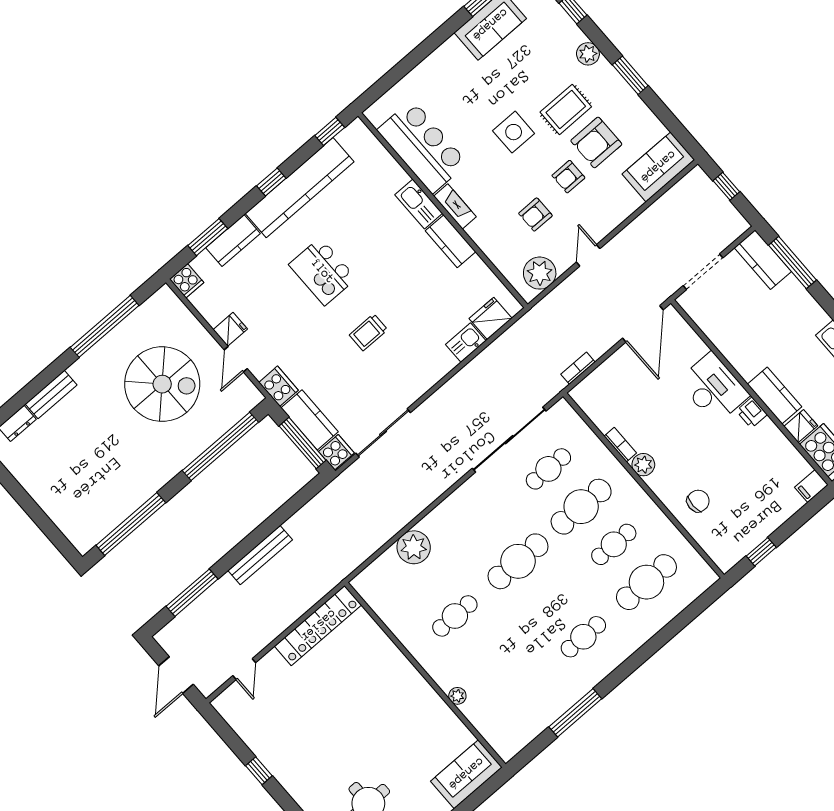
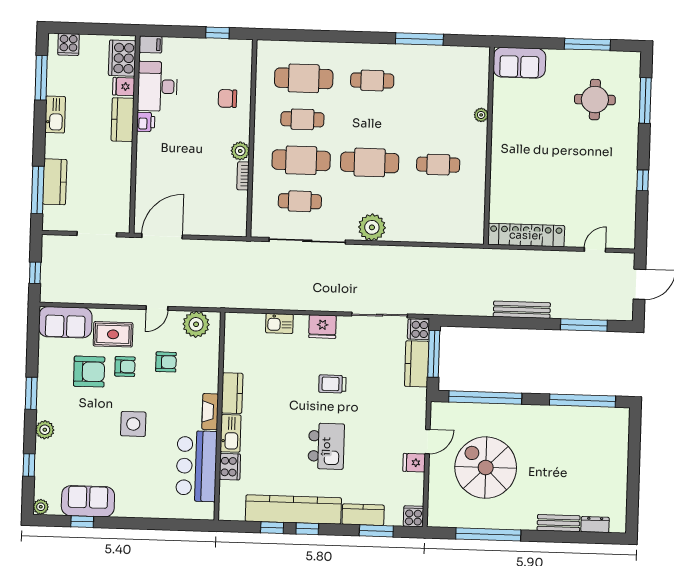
rug: (566, 109) -> (113, 334), moved
window: (330, 131) -> (272, 528), moved
kitchen counter: (763, 260) -> (55, 182), moved
fridge: (491, 318) -> (322, 327), moved
trolley: (368, 332) -> (332, 384), turned 180
bookcase: (578, 368) -> (226, 246), removed
cooker: (278, 386) -> (230, 467), moved, turned 180
desk: (713, 388) -> (158, 86), moved
plant: (414, 547) -> (372, 227), moved

